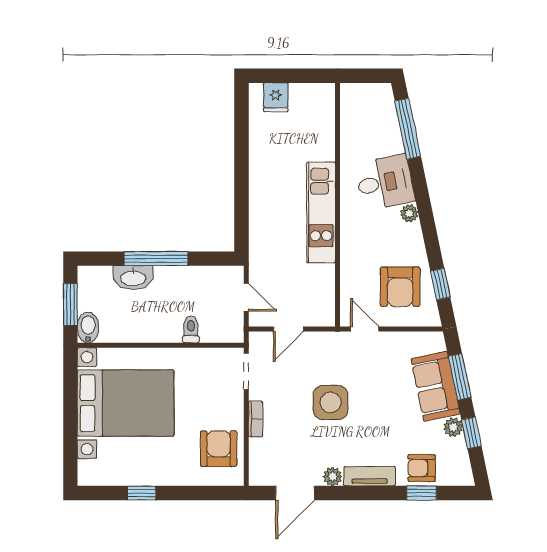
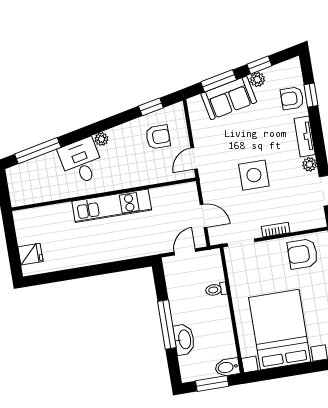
armchair: (400, 287) -> (158, 137), width x0.72, depth x0.72
armchair: (422, 468) -> (292, 98), turned 90

